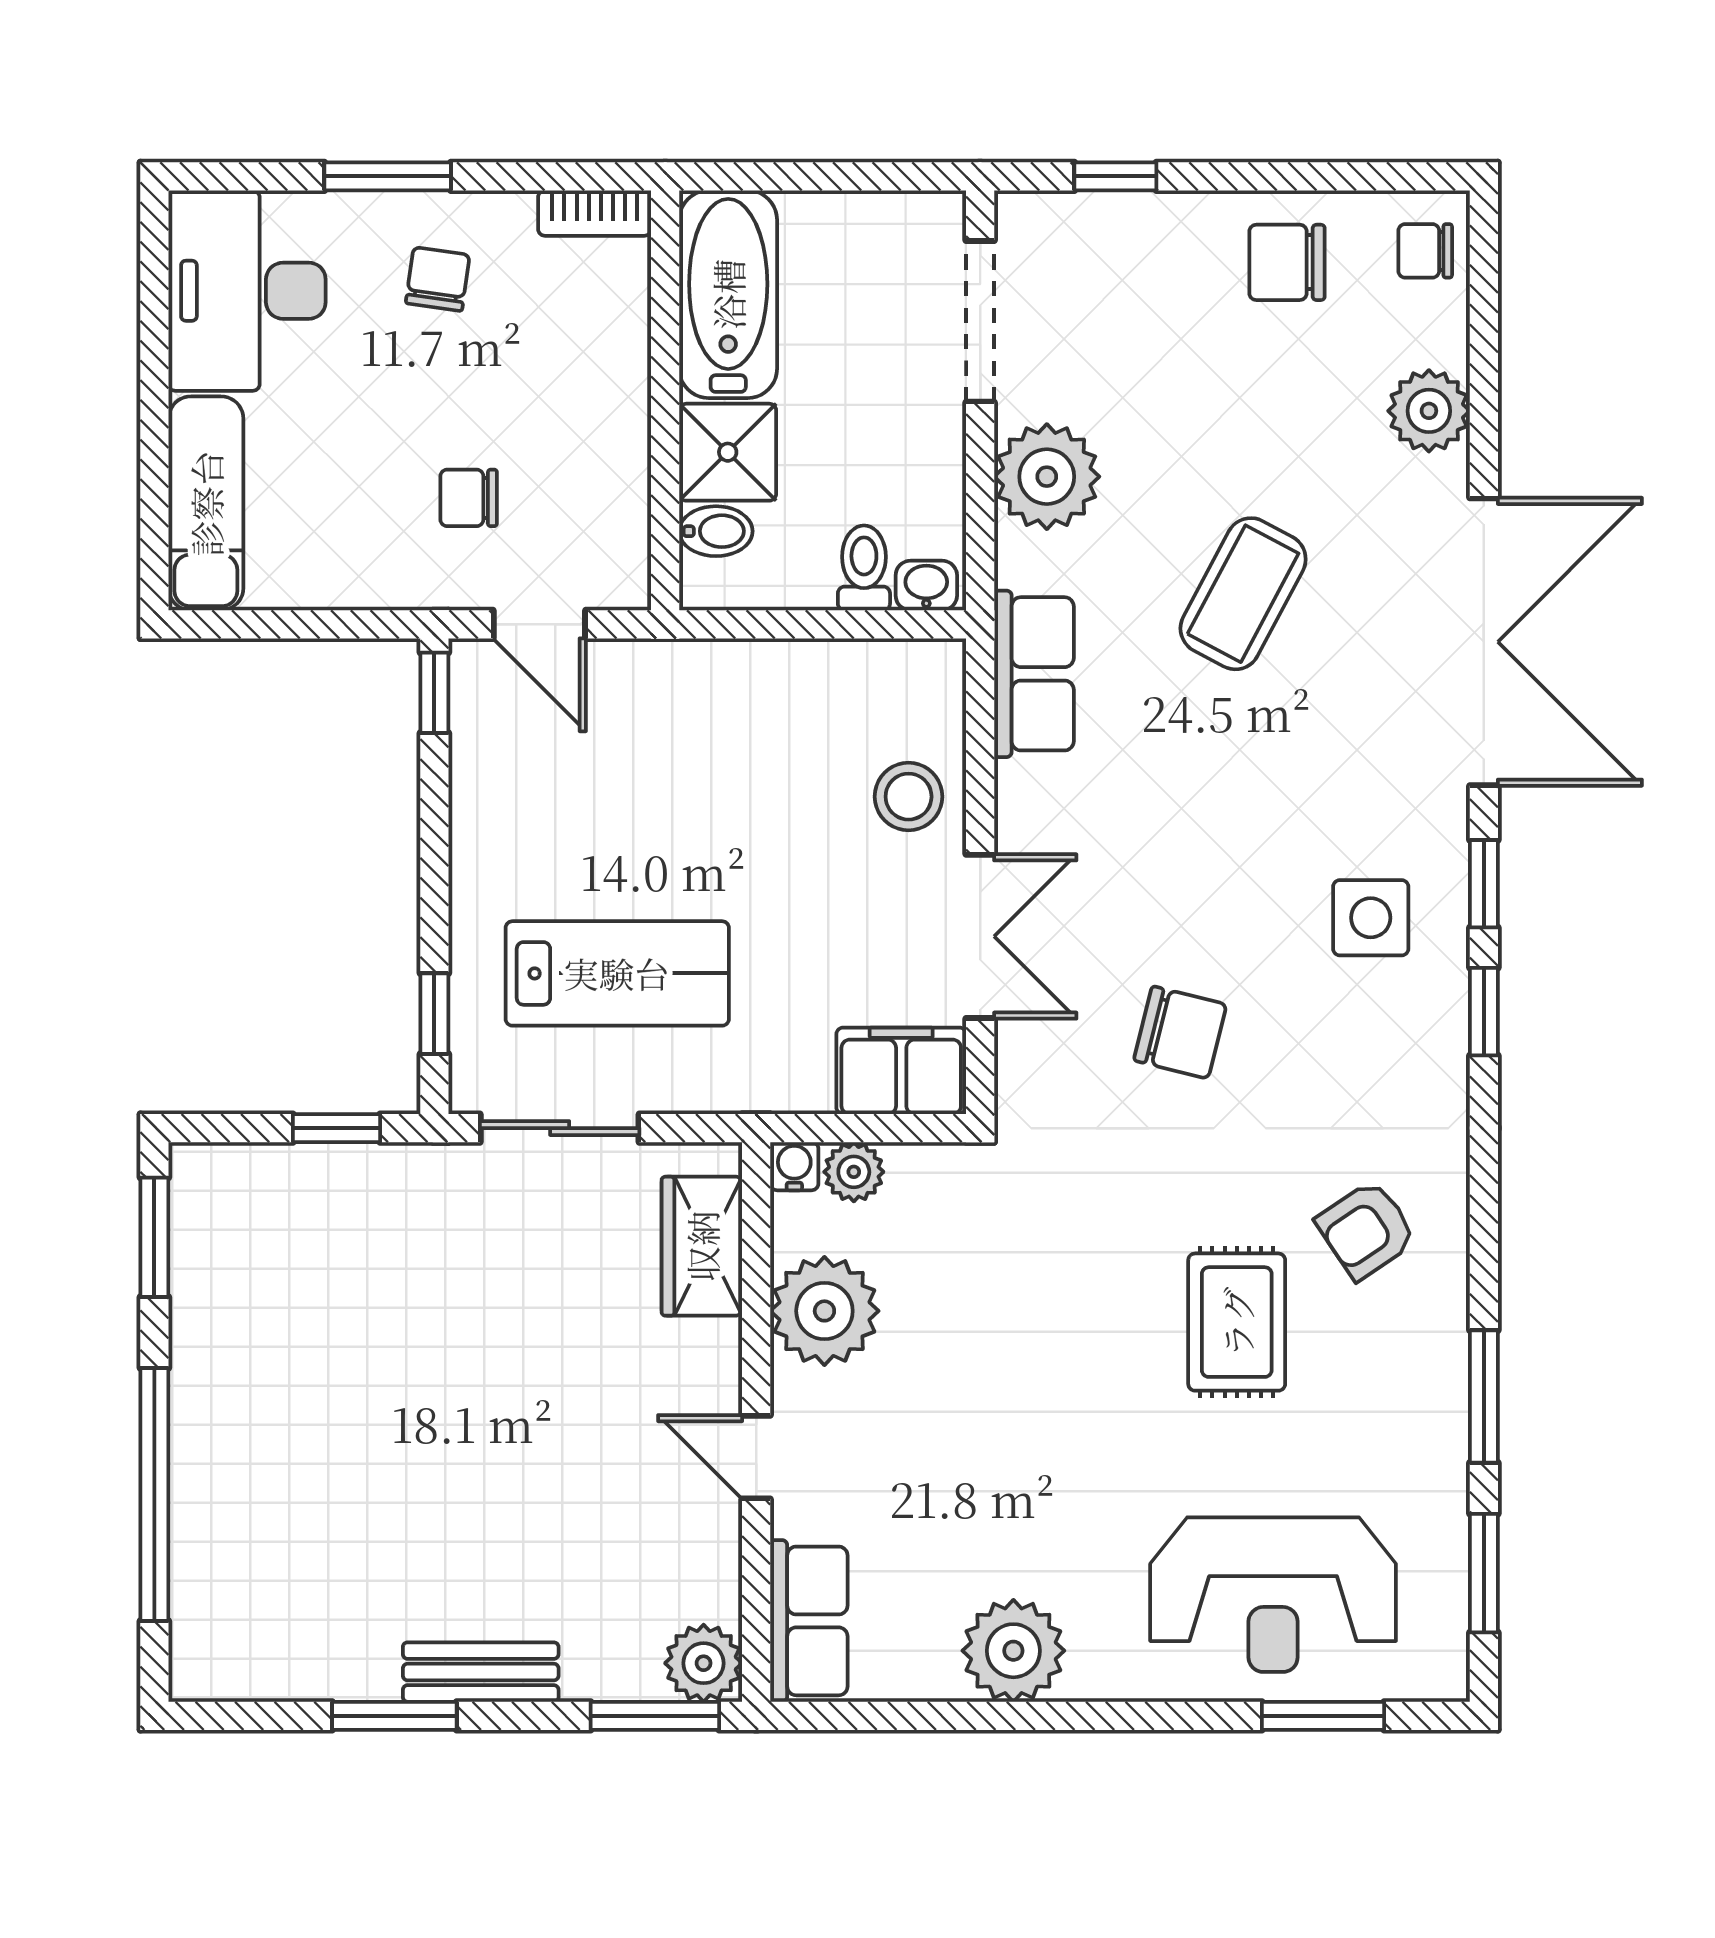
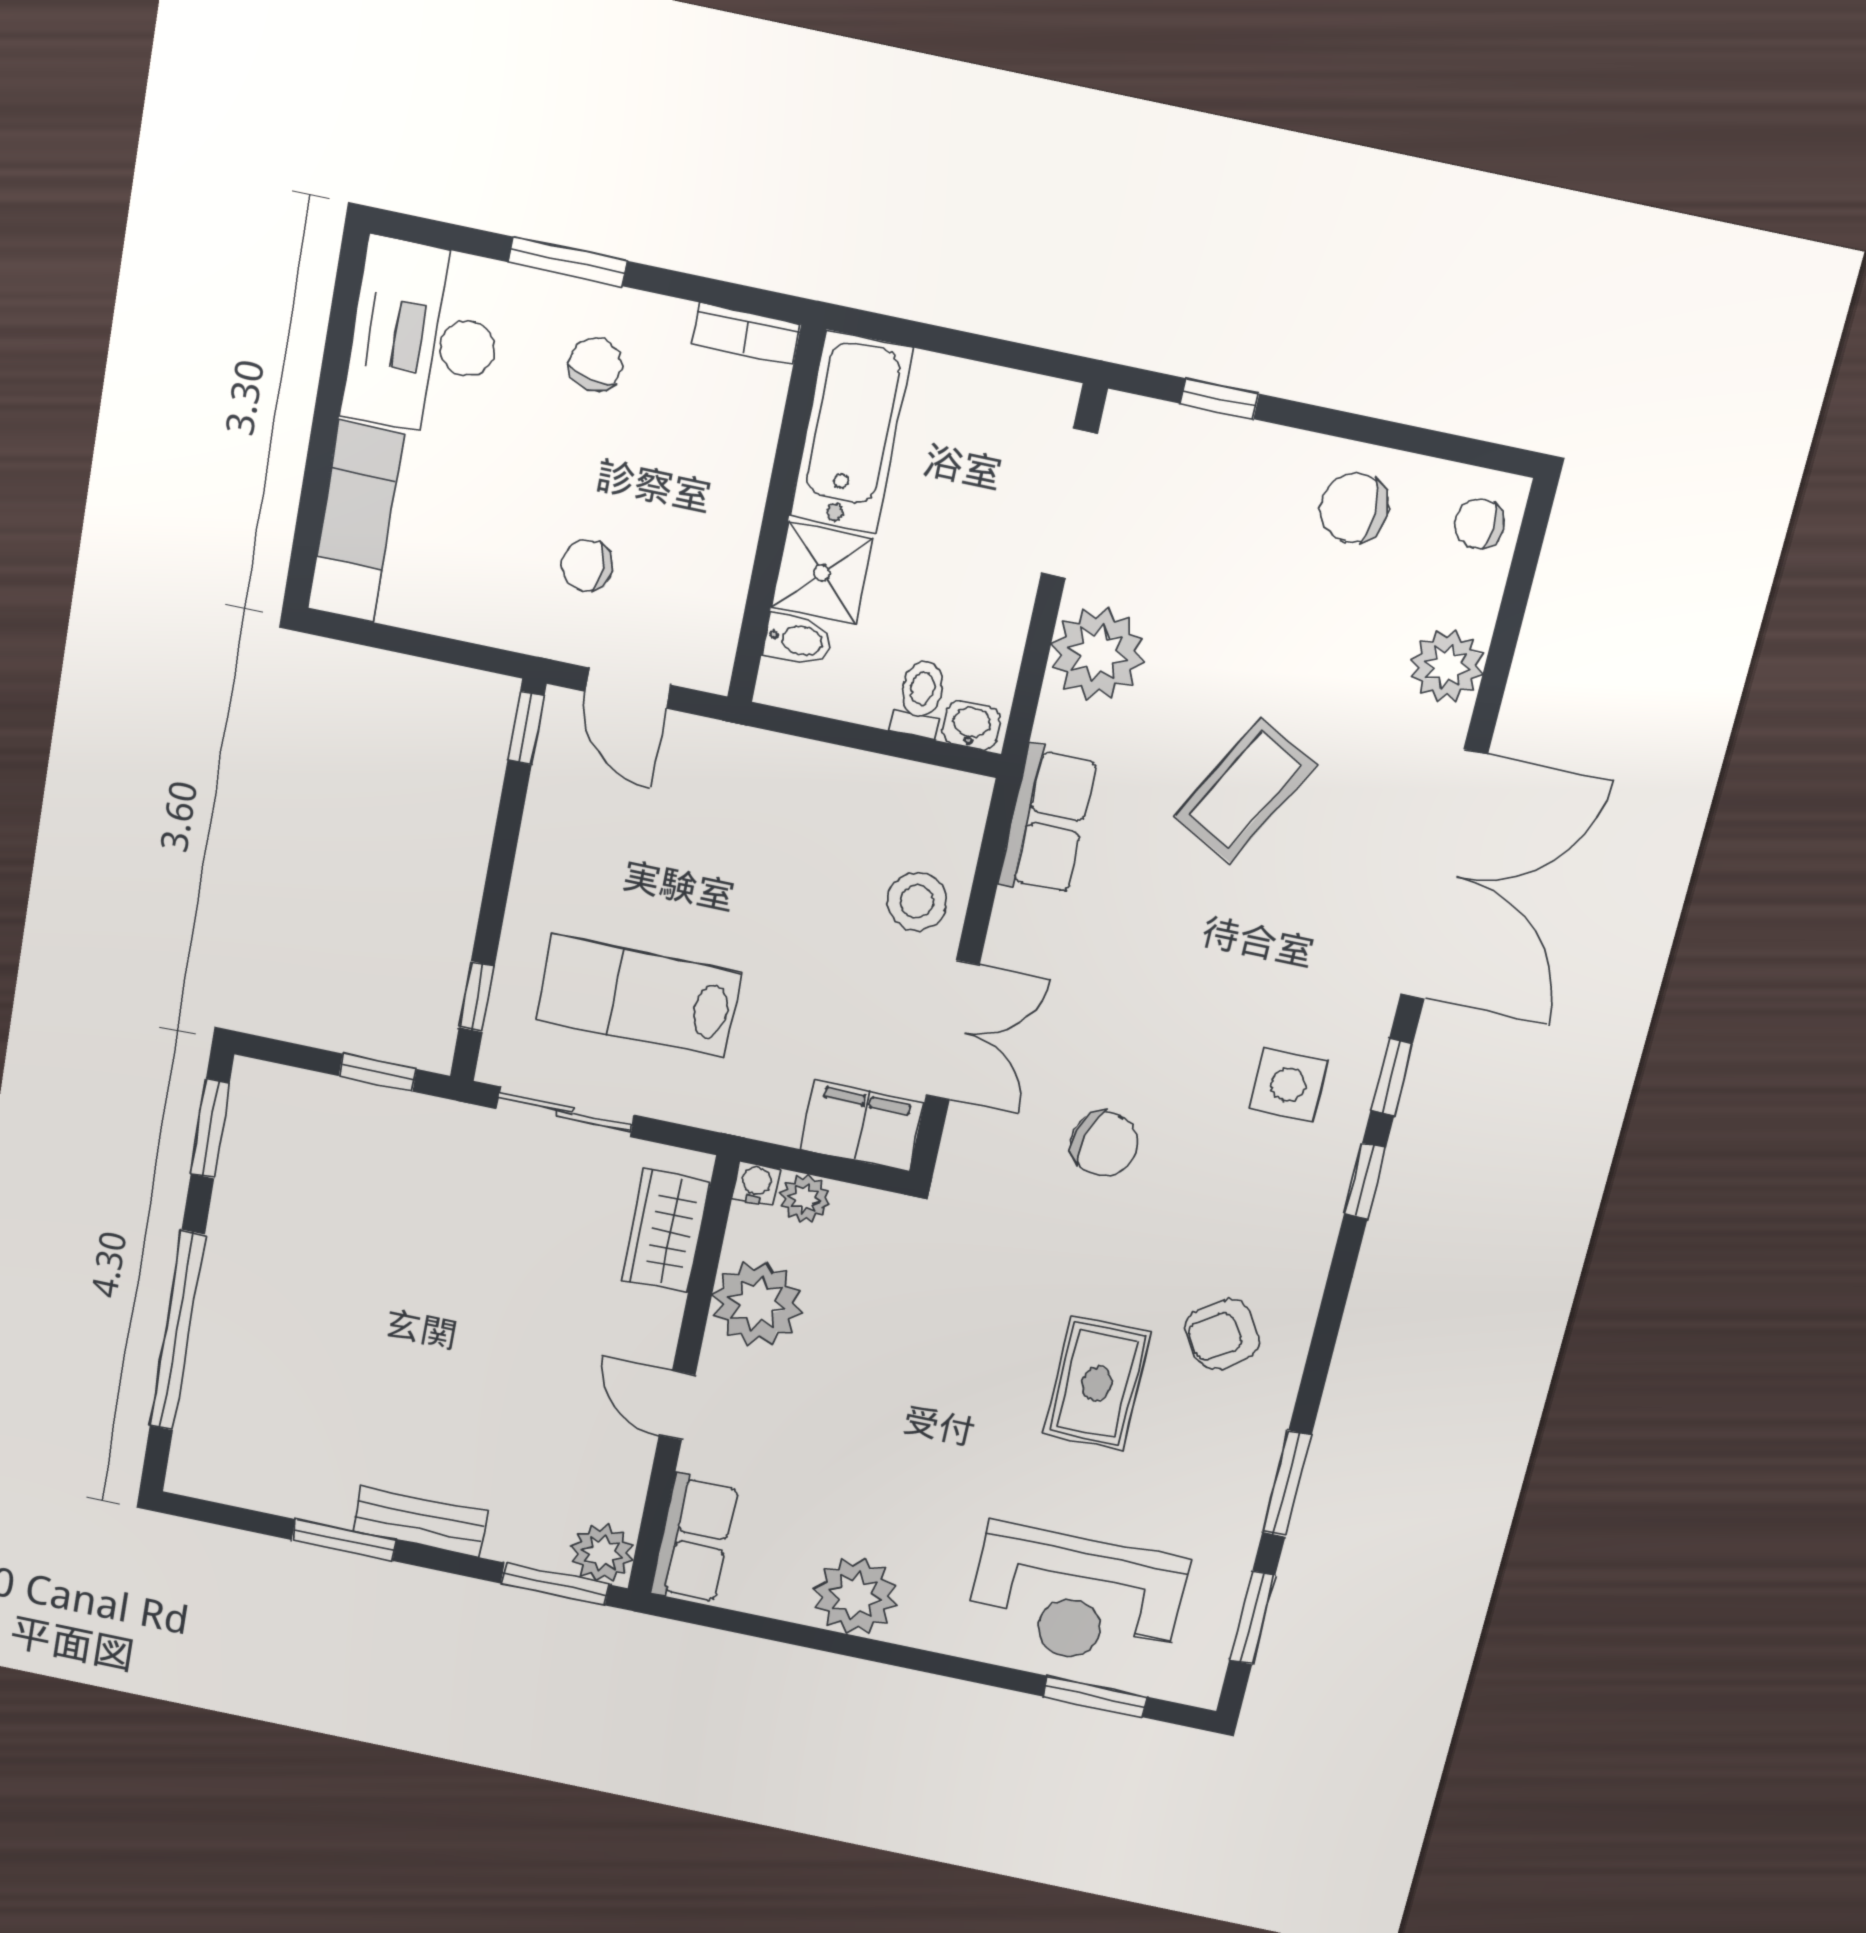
lab bench: (617, 973) -> (638, 996), turned 180

